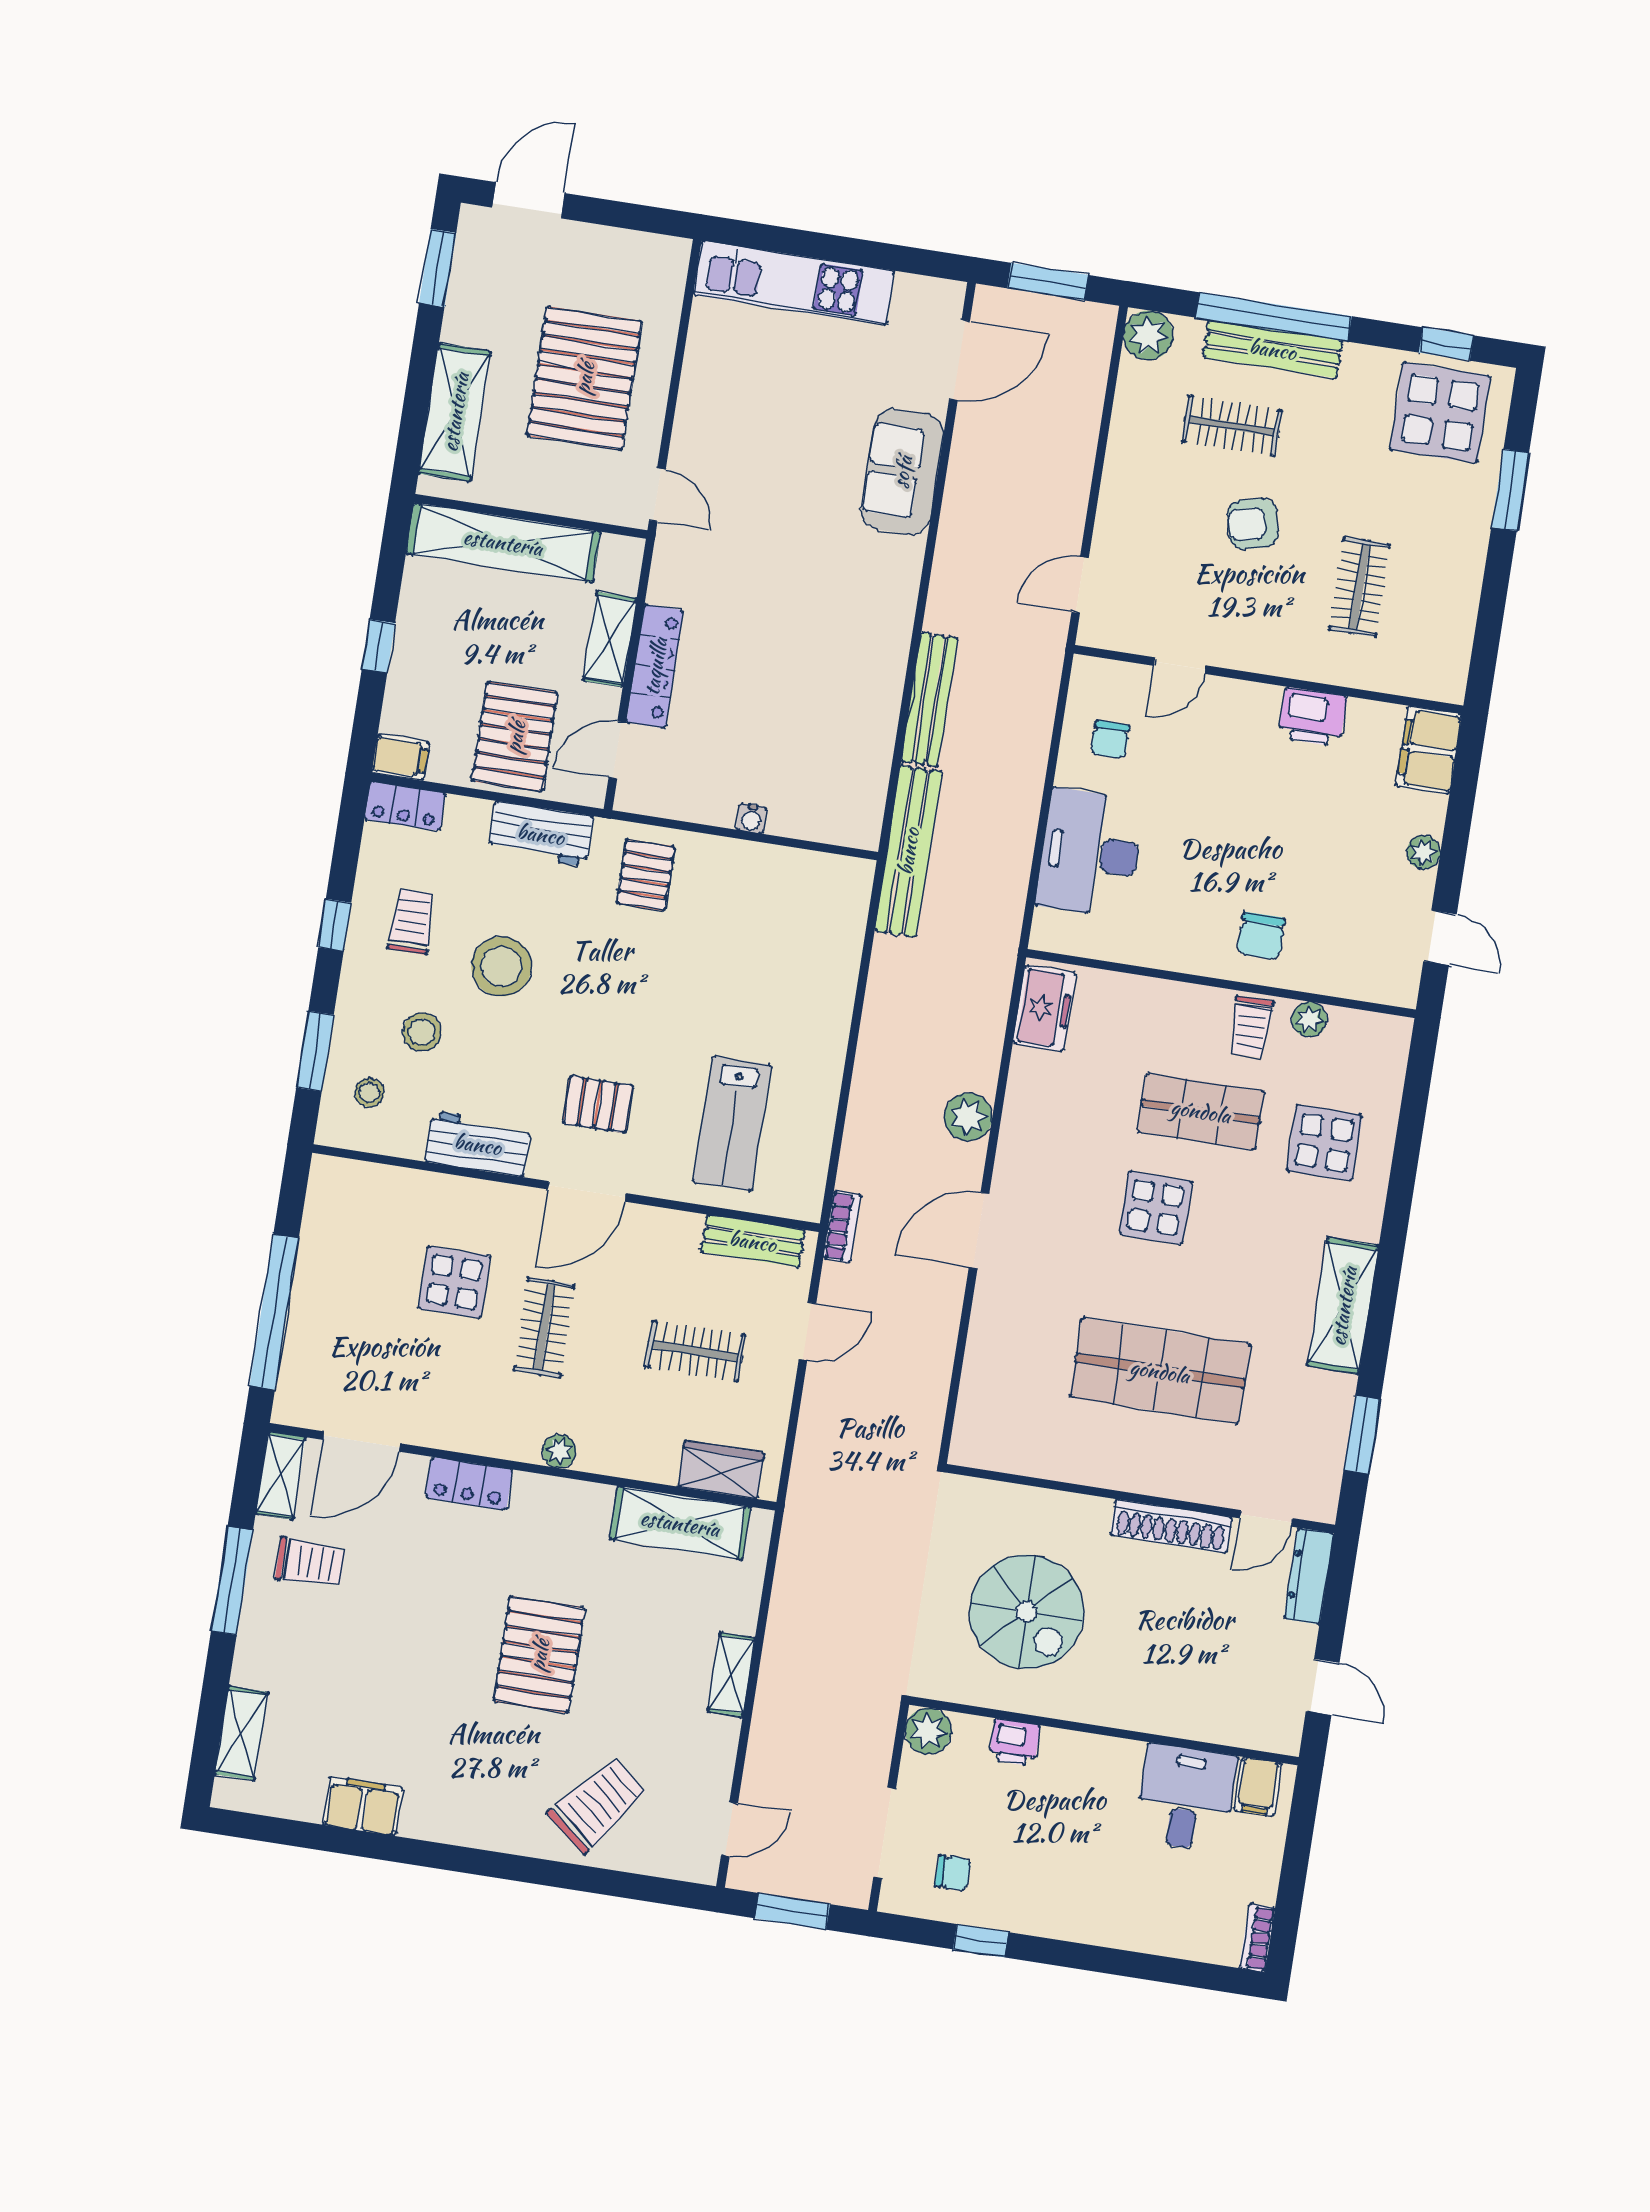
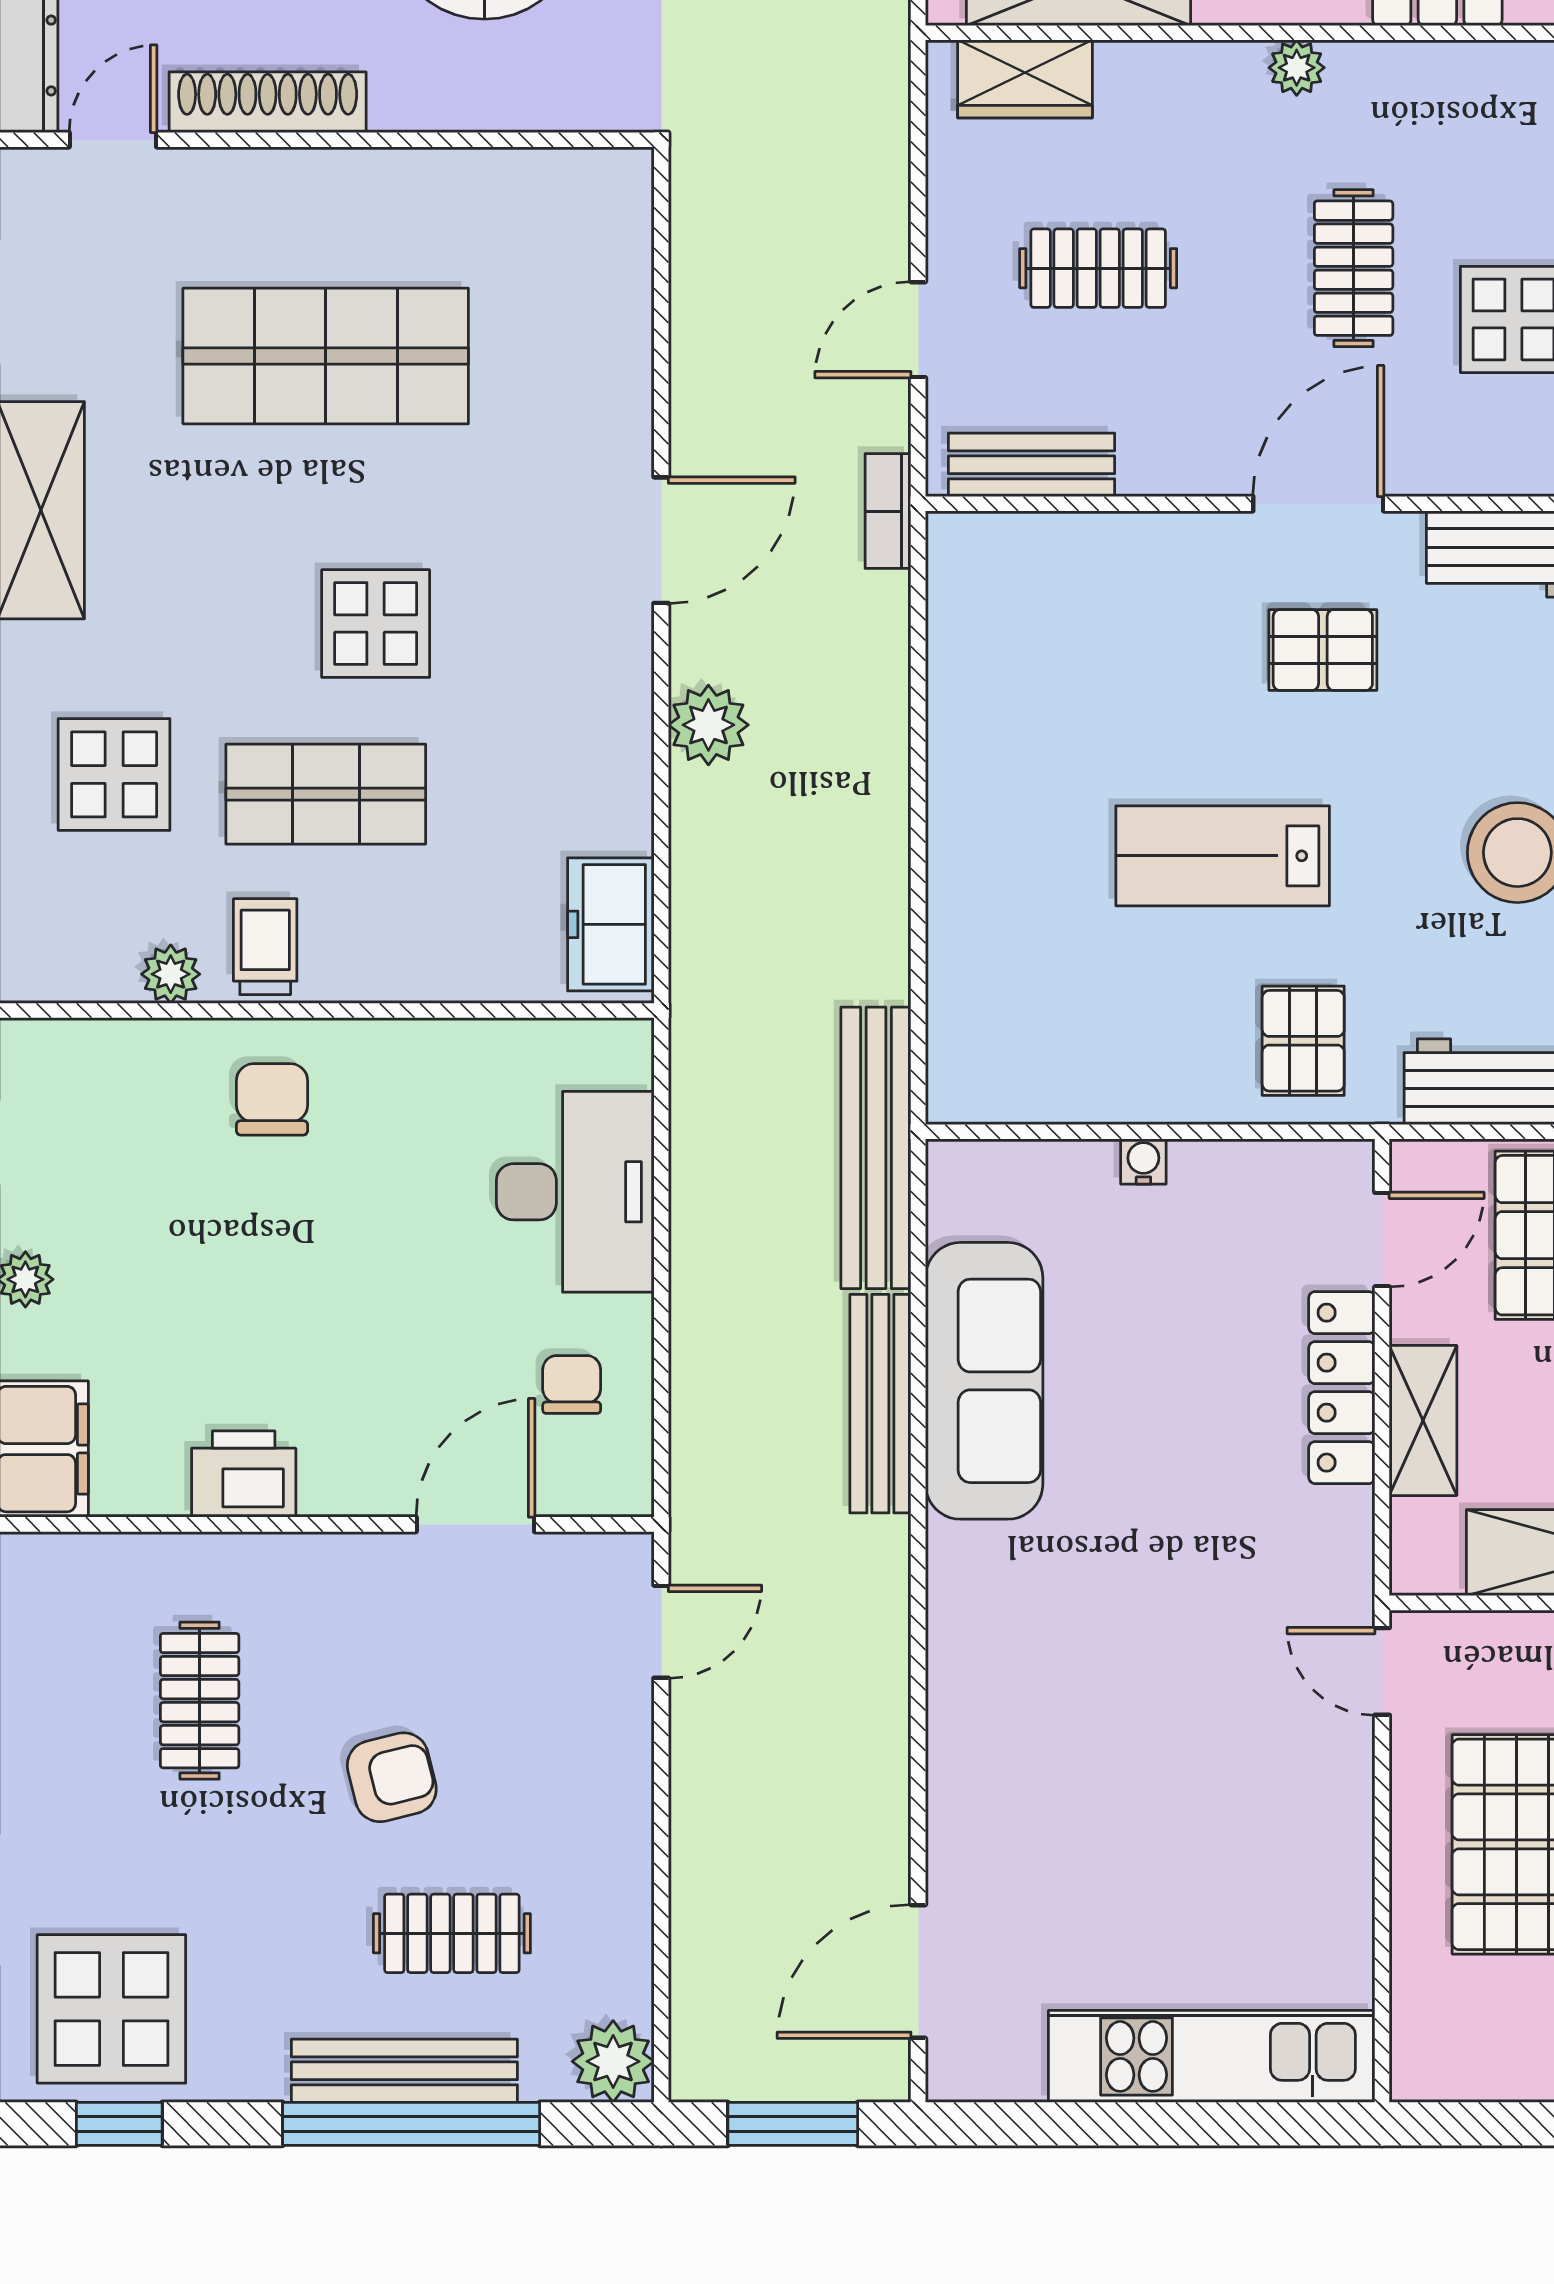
sofa: (902, 472) -> (984, 1381), moved, width x1.36
door: (1180, 666) -> (475, 1524), width x1.38
lab bench: (732, 1124) -> (1223, 856), moved, turned -90

